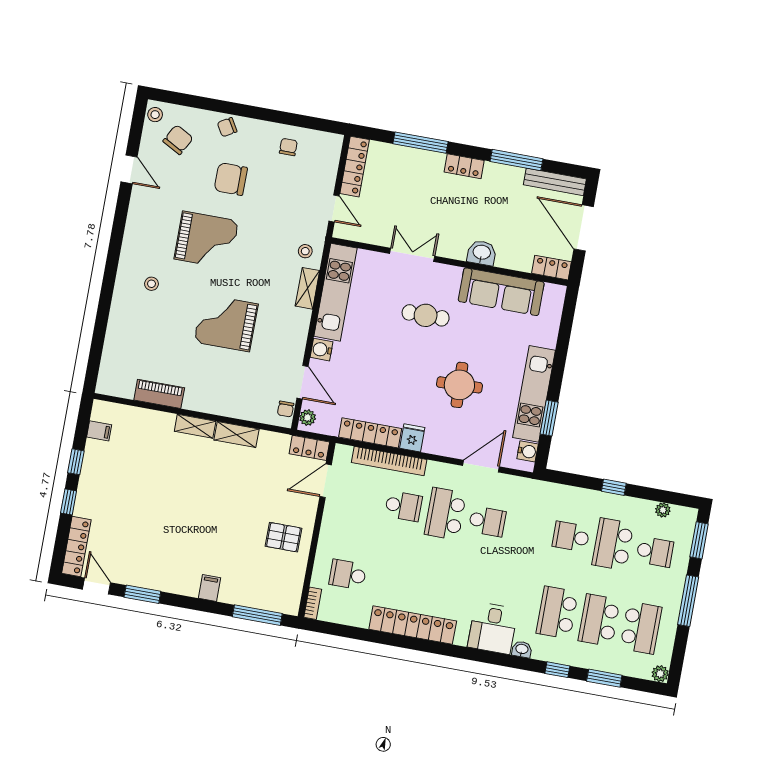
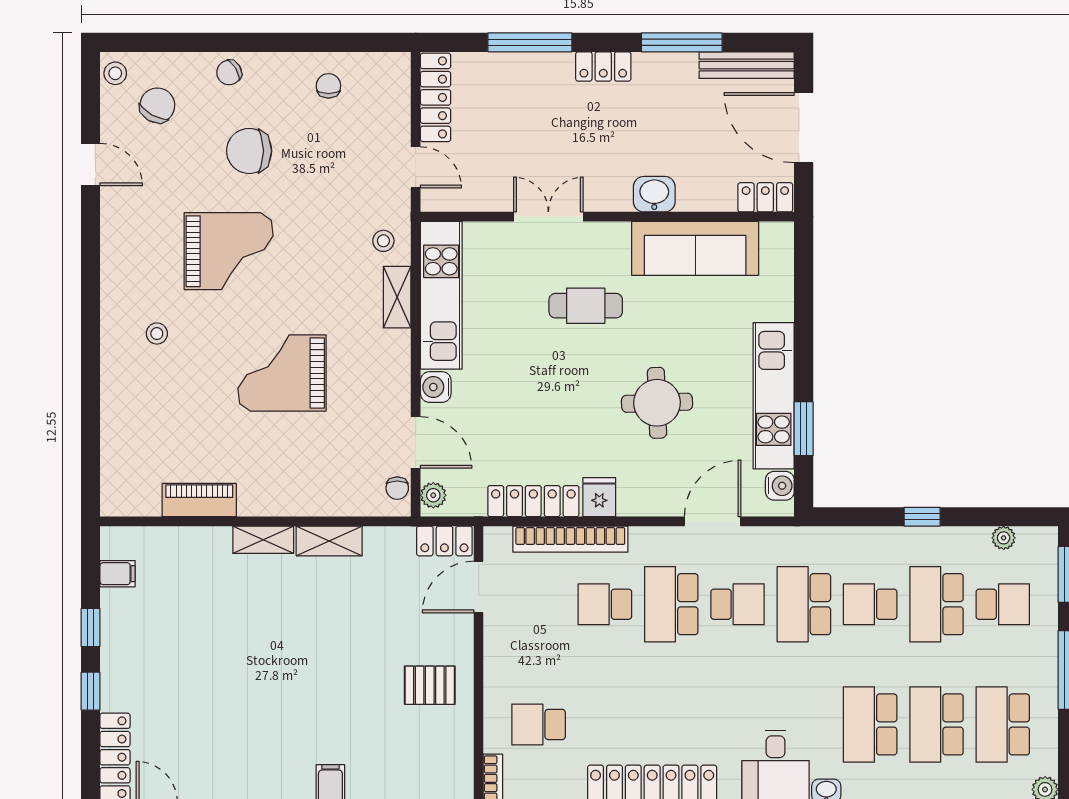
school desk: (403, 506) -> (605, 604), turned 180
school desk: (529, 529) -> (804, 604), added
school desk: (641, 628) -> (1003, 724), turned 180

